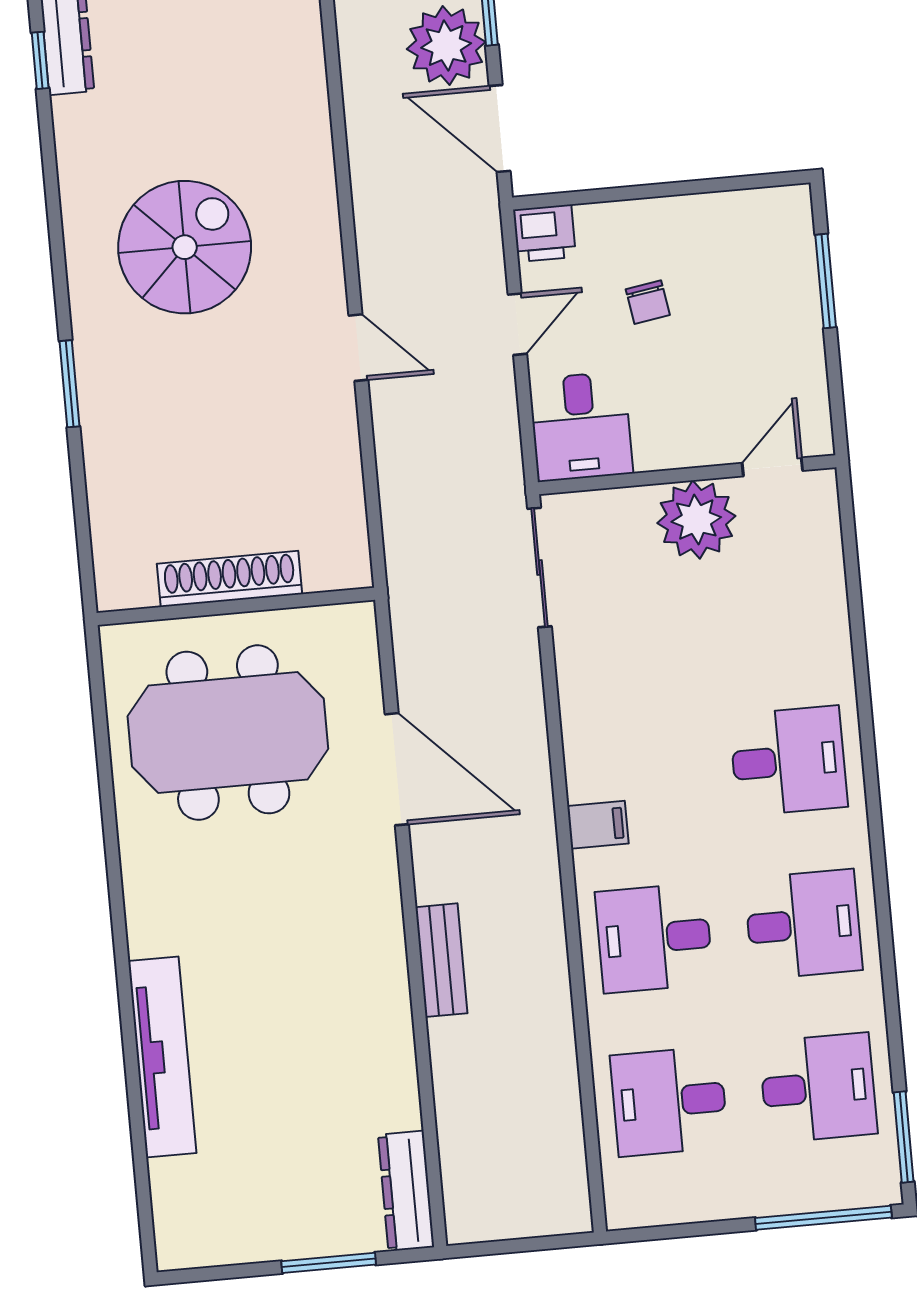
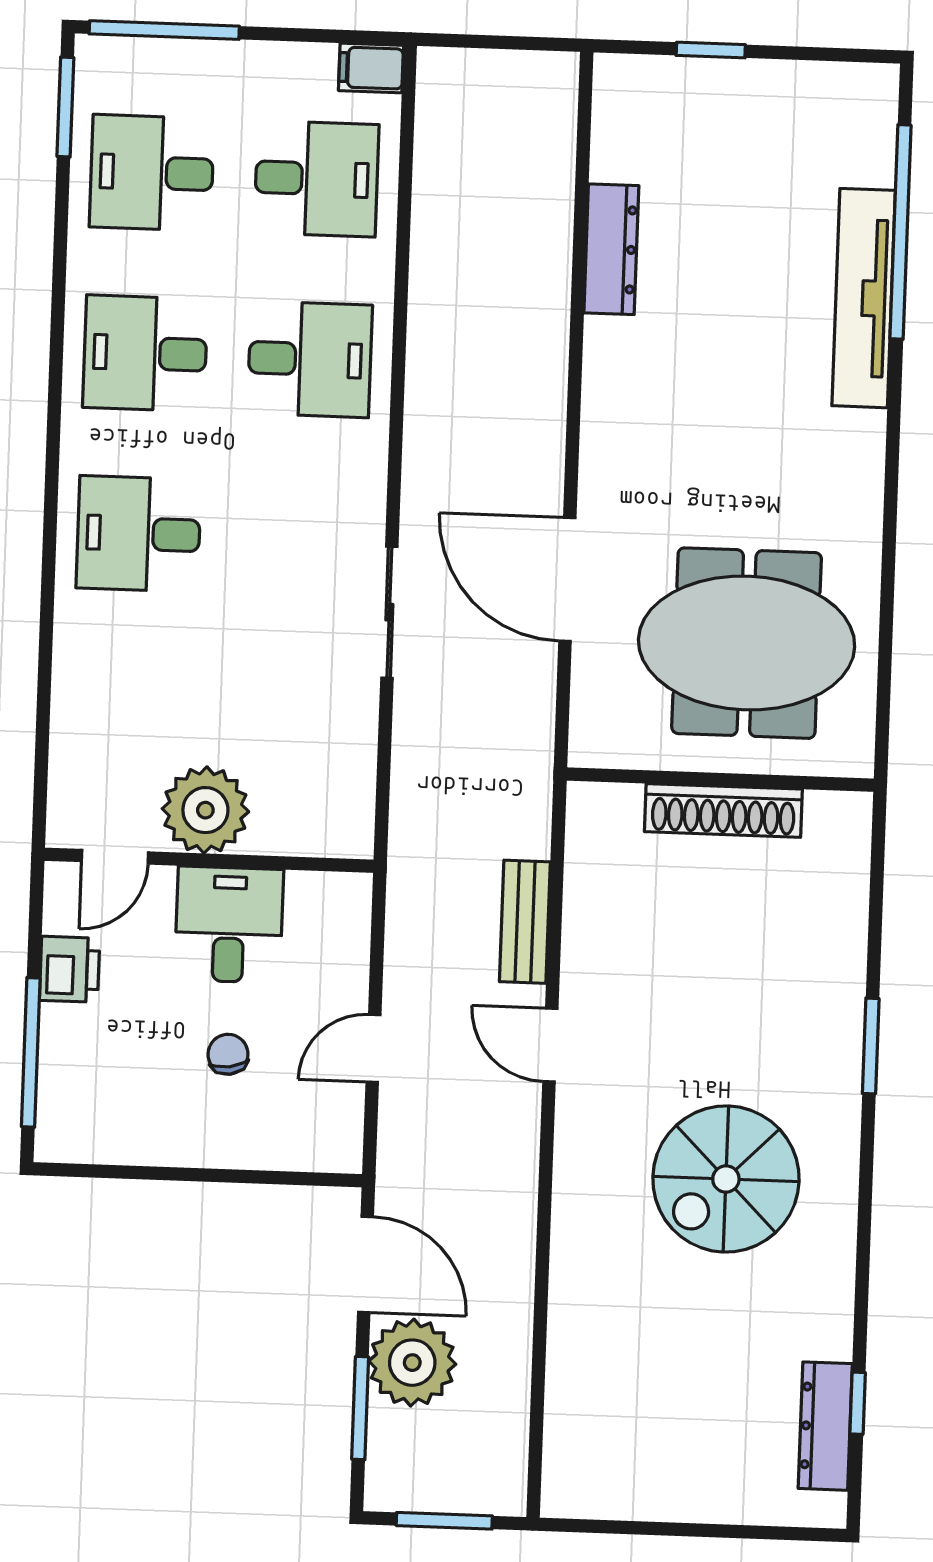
printer: (544, 233) -> (70, 969), moved, turned 90
window: (826, 281) -> (31, 1052), width x1.44
desk: (581, 426) -> (229, 925), moved
sliding door: (540, 568) -> (389, 612), moved
filing cabinet: (598, 825) -> (371, 68), moved
bench: (441, 960) -> (525, 922), moved
window: (137, 1121) -> (901, 232), added
dresser: (406, 1191) -> (611, 249), moved
window: (329, 1263) -> (711, 50), width x0.67

